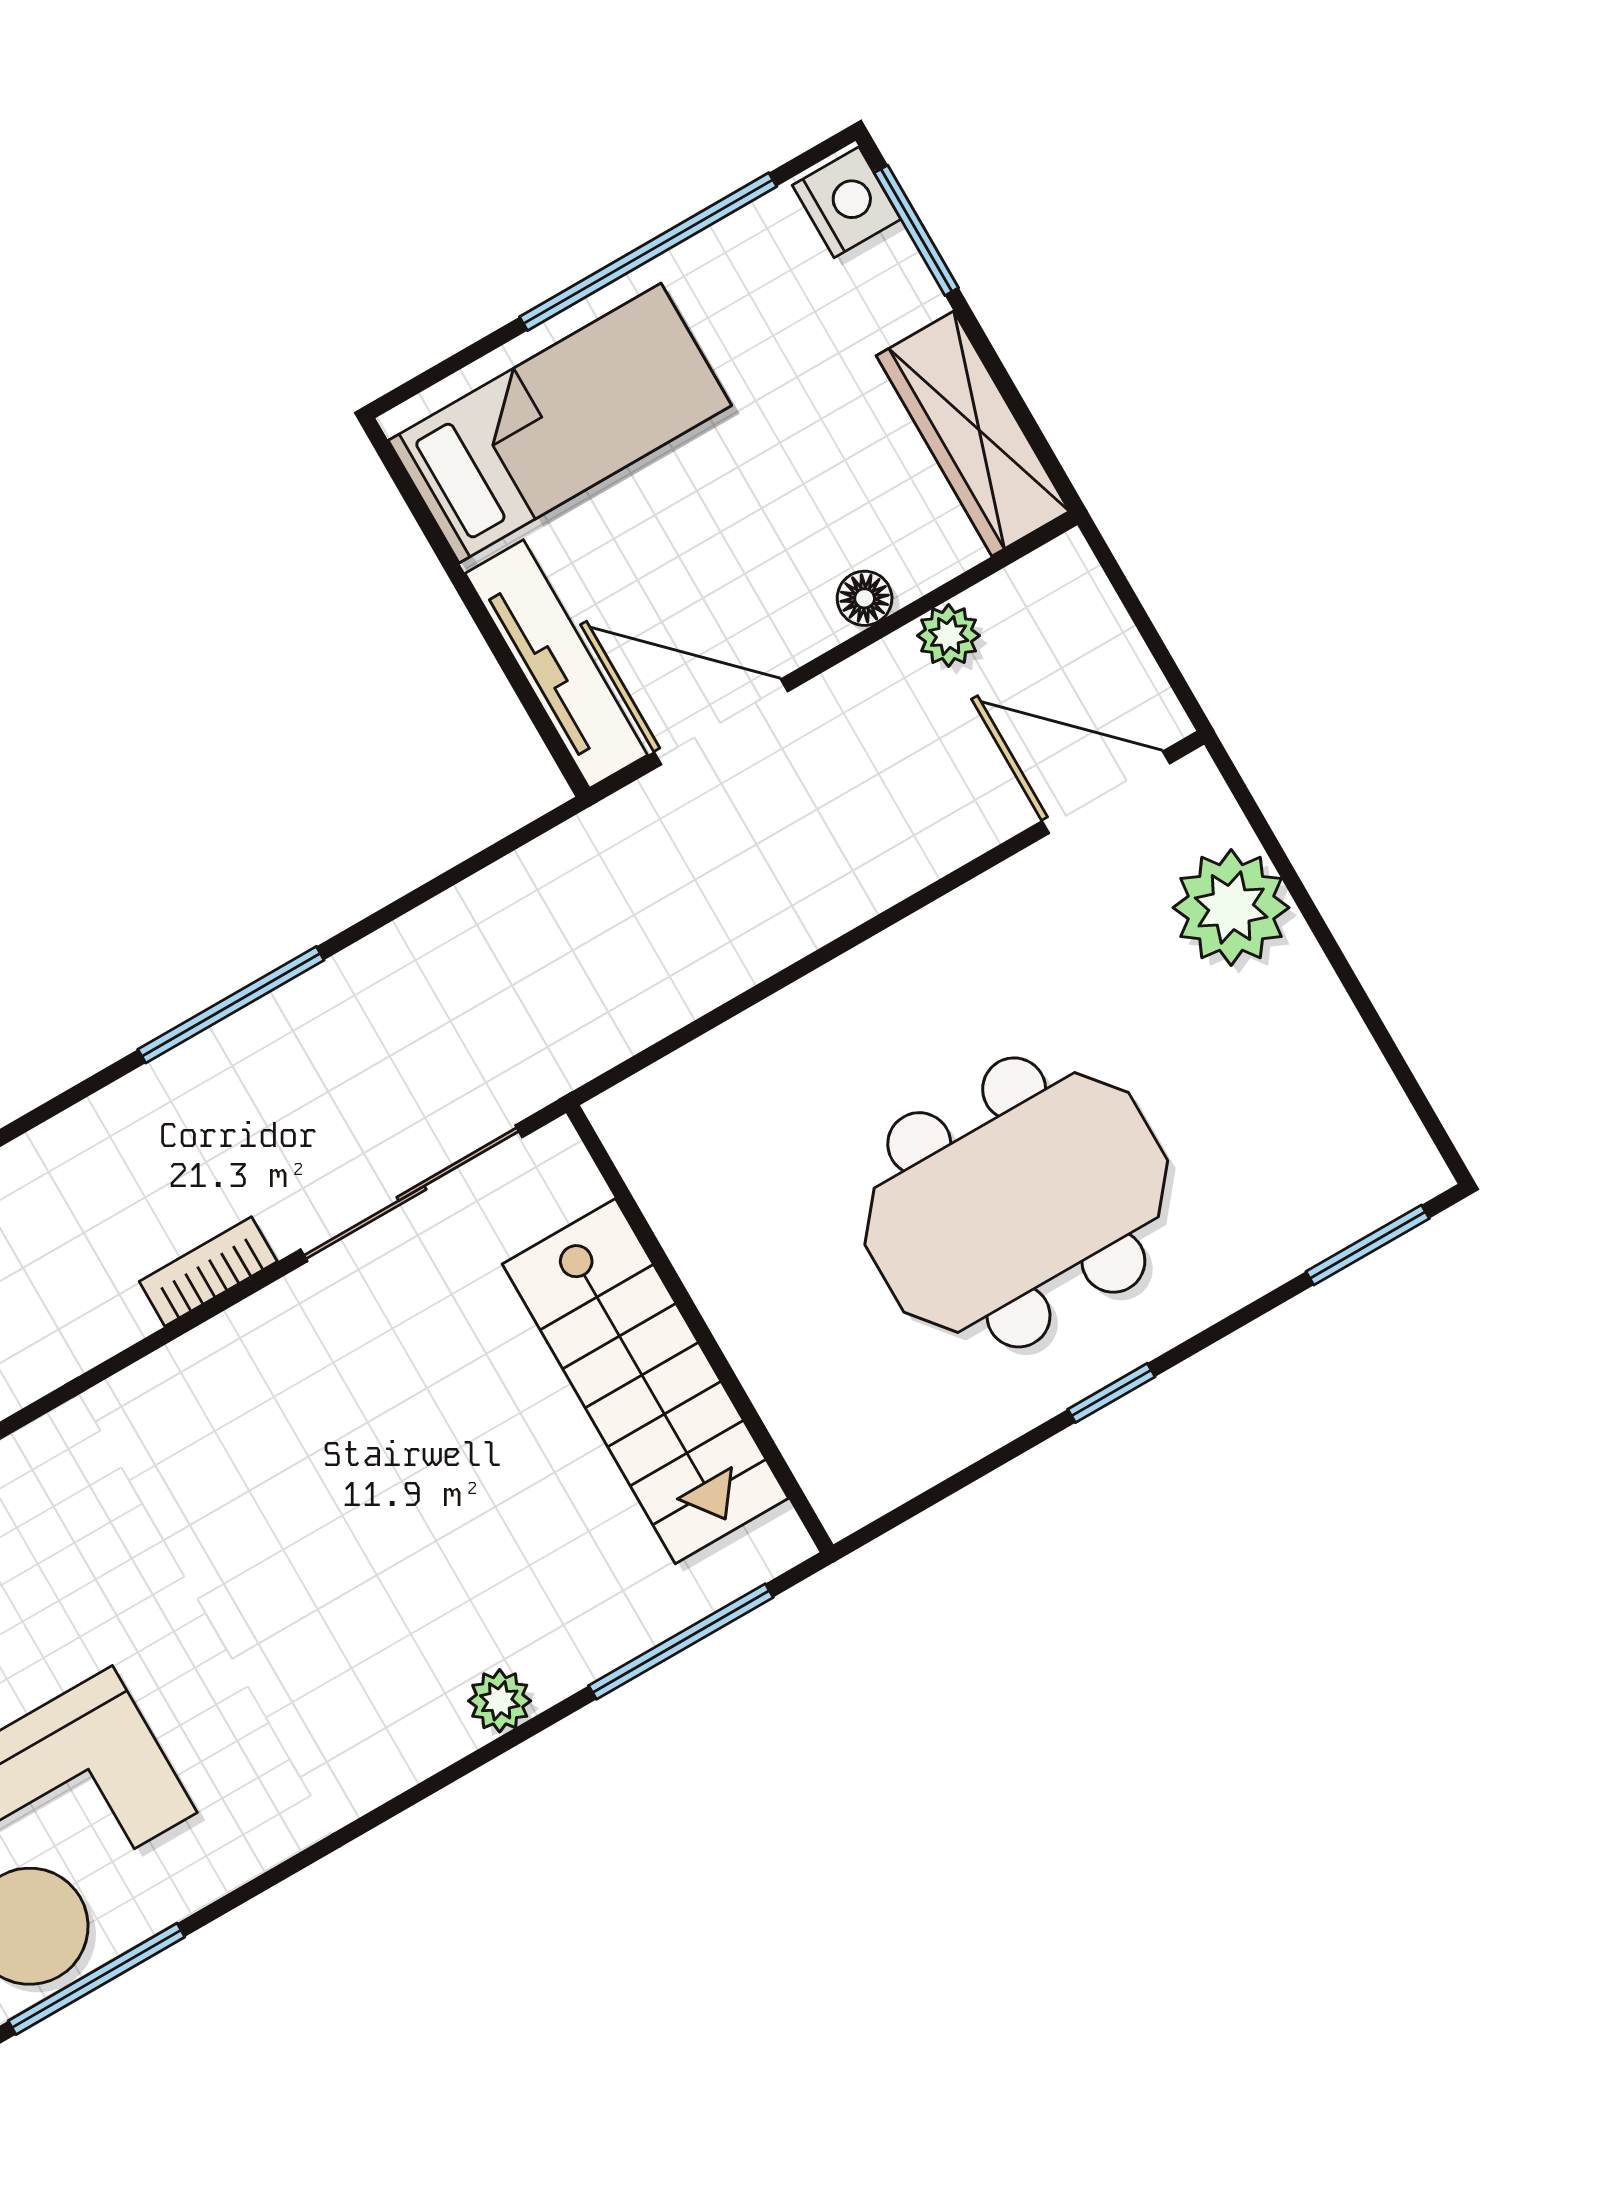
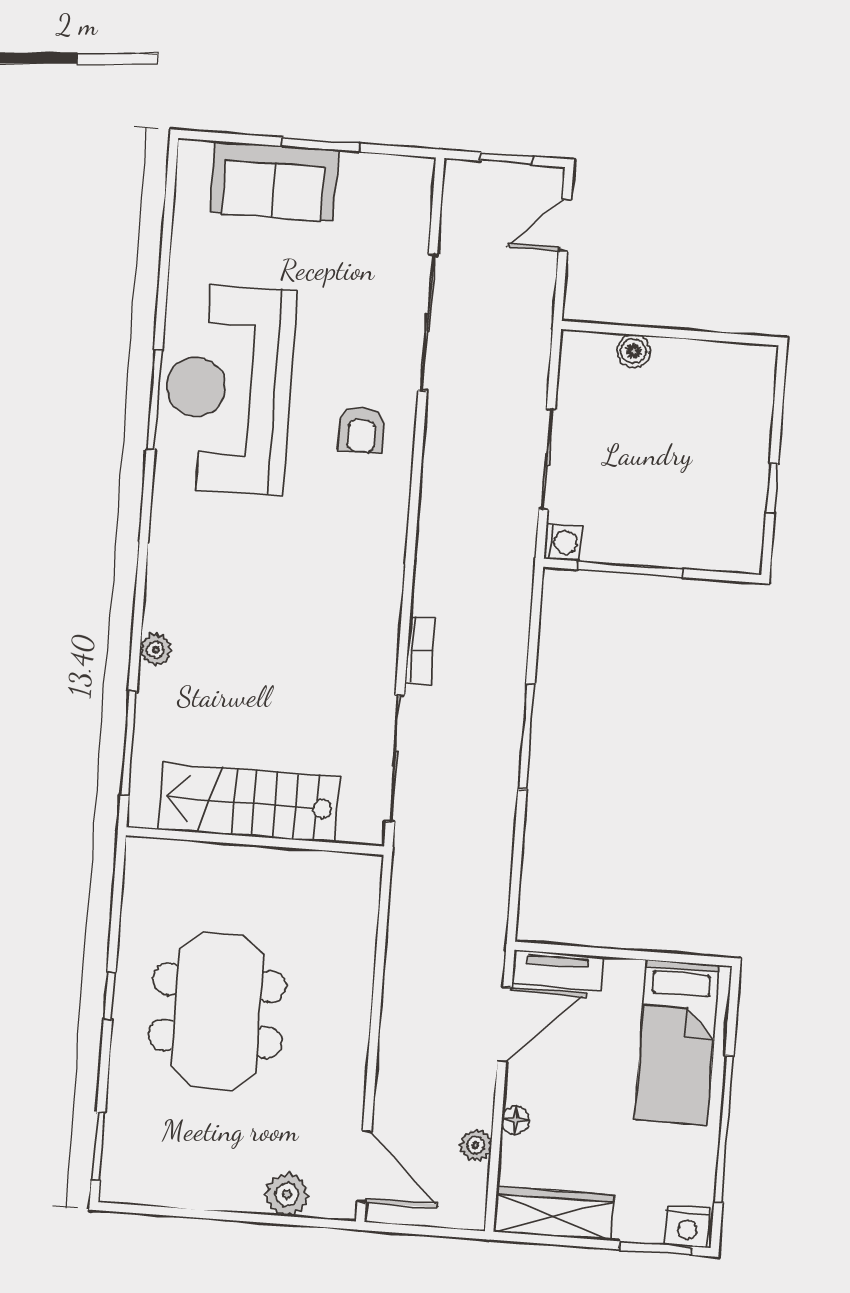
tv unit: (556, 664) -> (558, 970), width x0.71
door: (1106, 792) -> (364, 1166), hinge flipped
plant: (1231, 908) -> (287, 1194), width x0.73, depth x0.73

